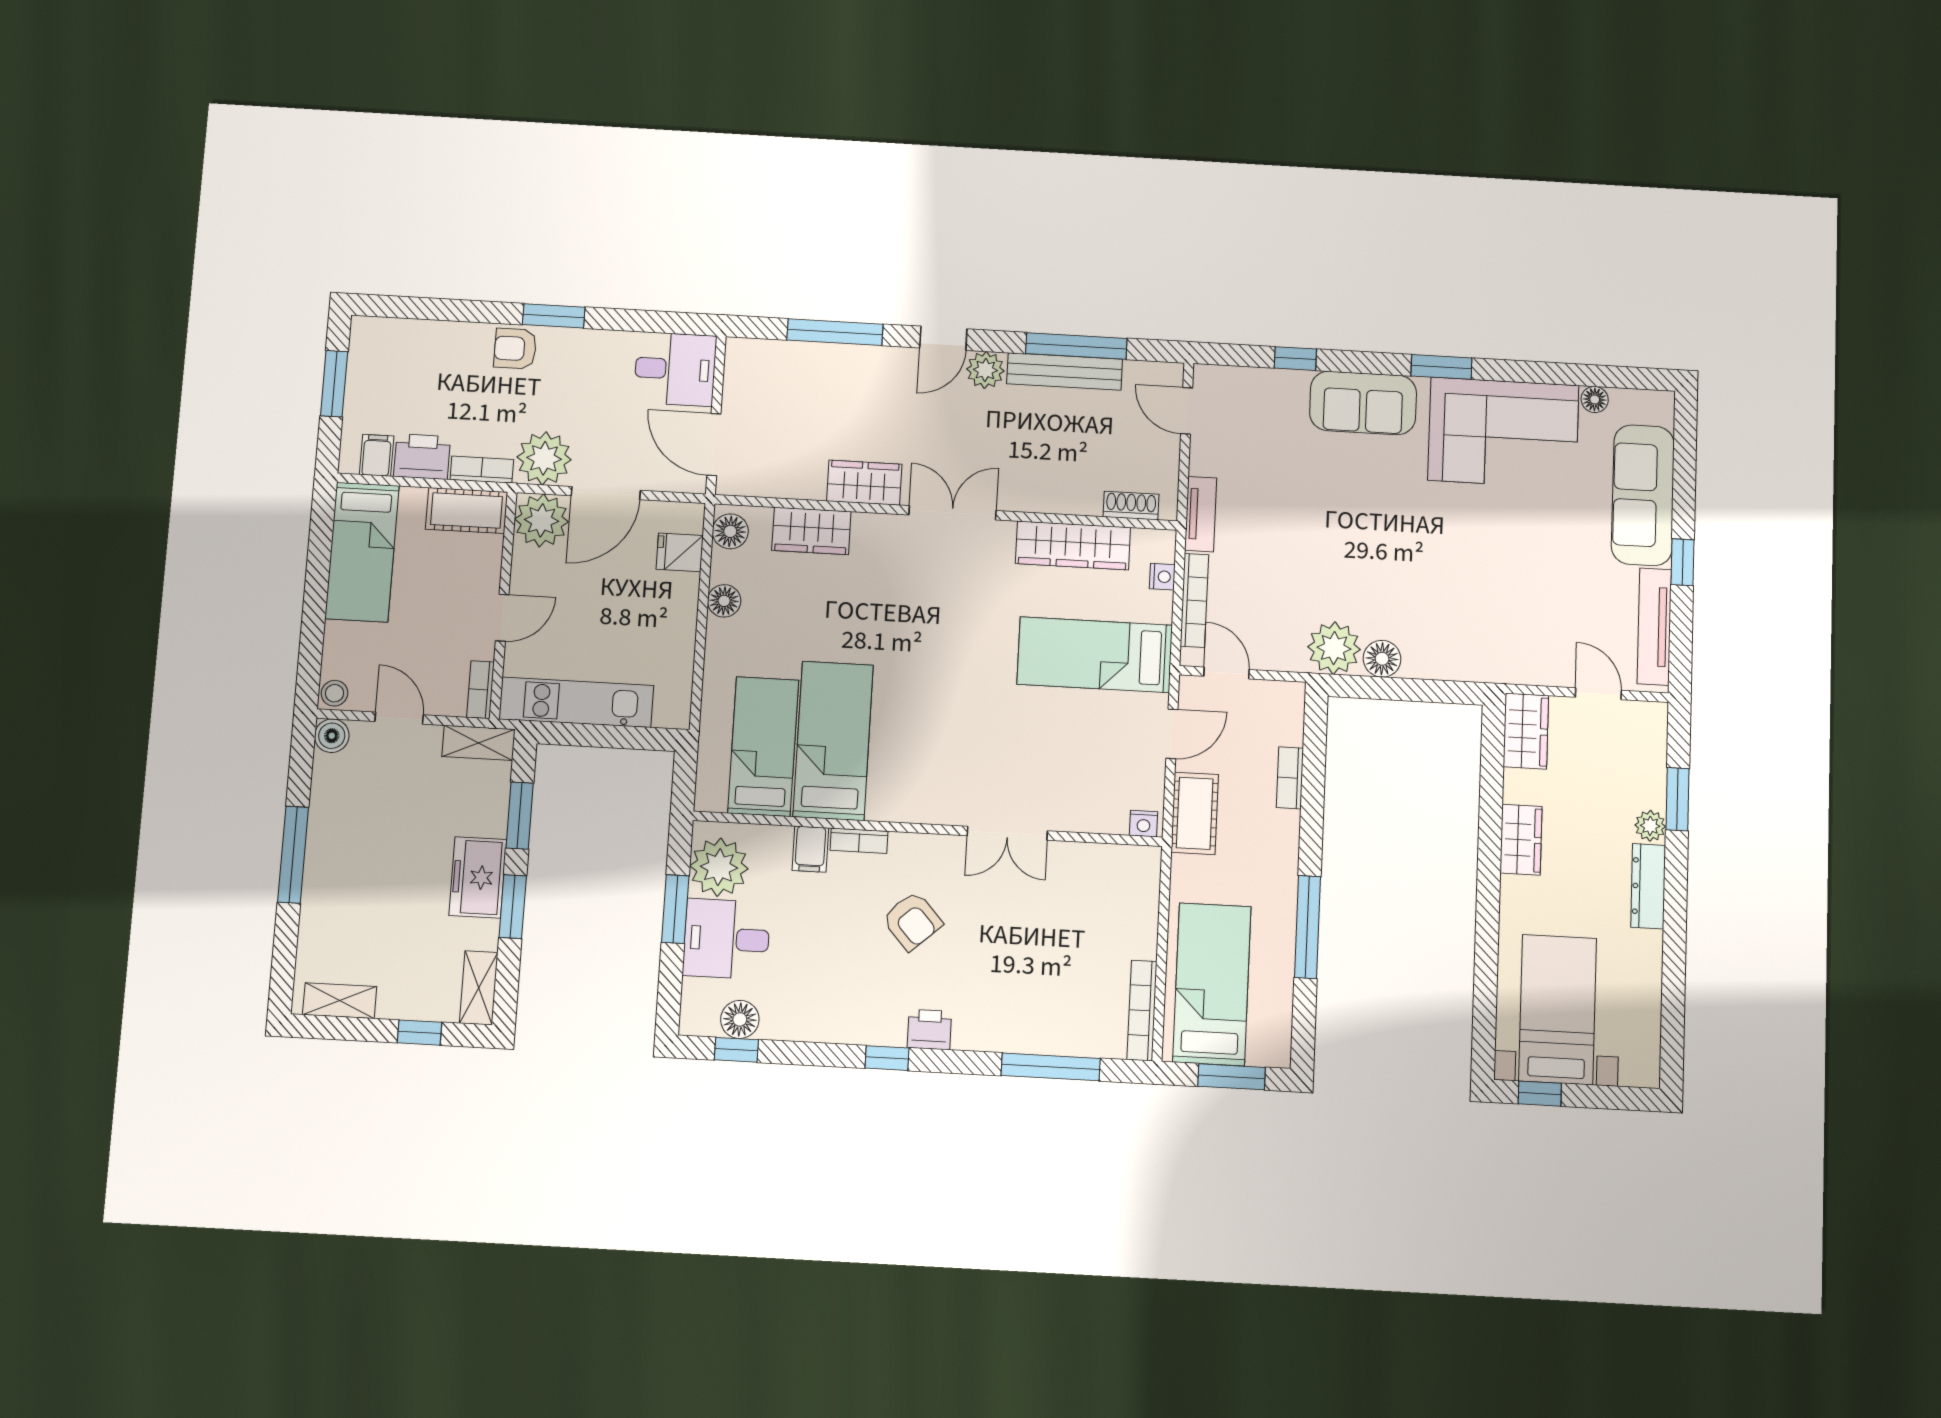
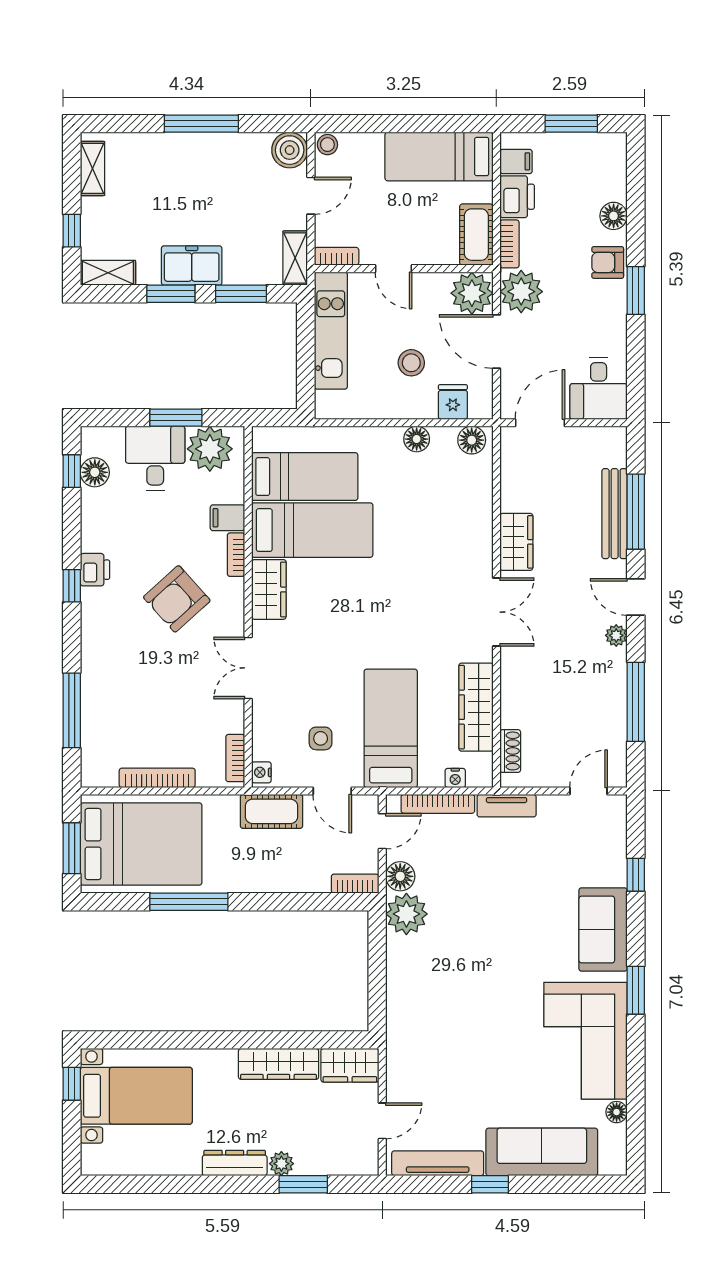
floor lamp: (456, 338) -> (614, 216), added
armchair: (515, 349) -> (608, 262), turned -90
plant: (985, 370) -> (616, 635), width x0.73, depth x0.73
bench: (1065, 371) -> (615, 514), moved
wardrobe: (811, 531) -> (269, 589), moved, turned 180
stool: (625, 602) -> (411, 363), added
floor lamp: (1382, 659) -> (400, 876), moved
boiler: (332, 736) -> (290, 150), width x1.36, depth x1.36
side table: (1103, 745) -> (321, 738), added
bookcase: (1290, 778) -> (355, 884), moved
wardrobe: (1521, 840) -> (279, 1064), width x1.50
bookcase: (1123, 856) -> (235, 758), added
armchair: (912, 921) -> (177, 599), width x1.38, depth x1.38
bed: (1212, 984) -> (141, 844), width x1.50
bookcase: (1142, 1010) -> (157, 778), moved
printer: (929, 1030) -> (95, 570), moved

